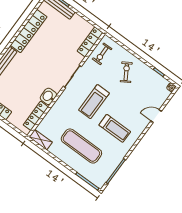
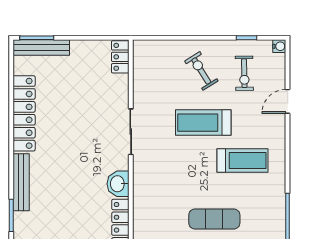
locker: (90, 42) -> (120, 57), width x0.66
exercise bike: (102, 54) -> (244, 73), moved
treadmill: (94, 102) -> (203, 123), moved, turned 90
exercise mat: (81, 146) -> (214, 219), width x0.73, depth x0.69

